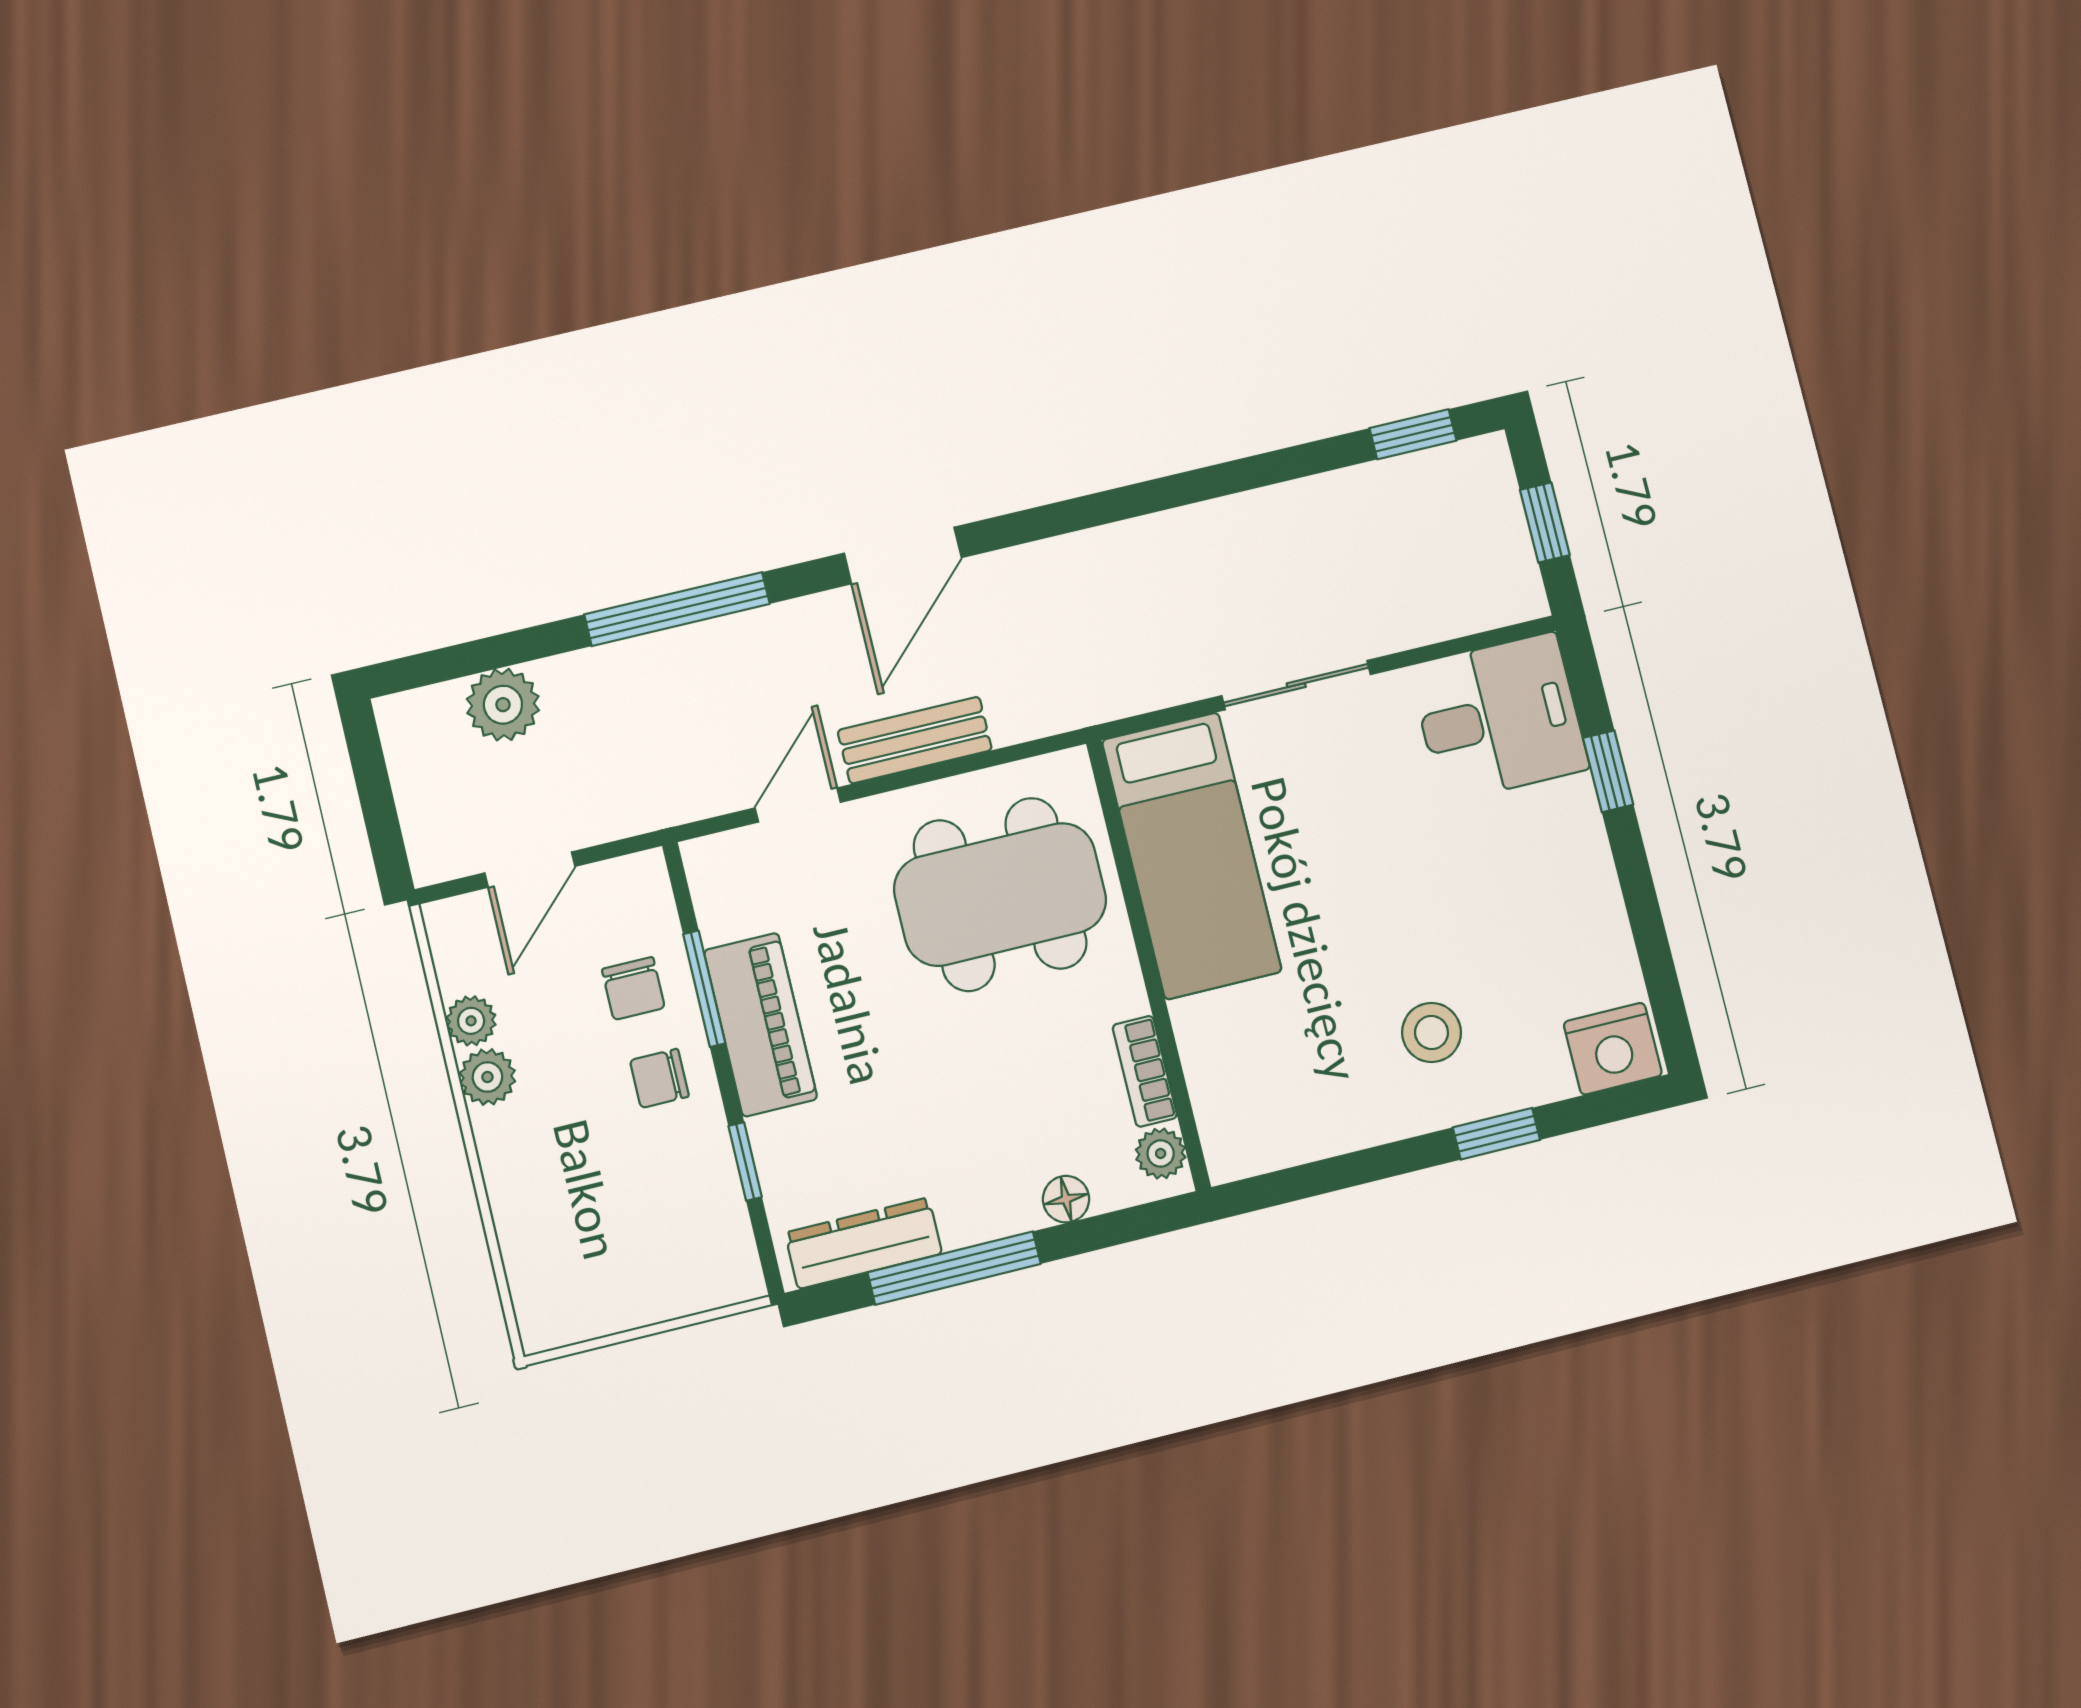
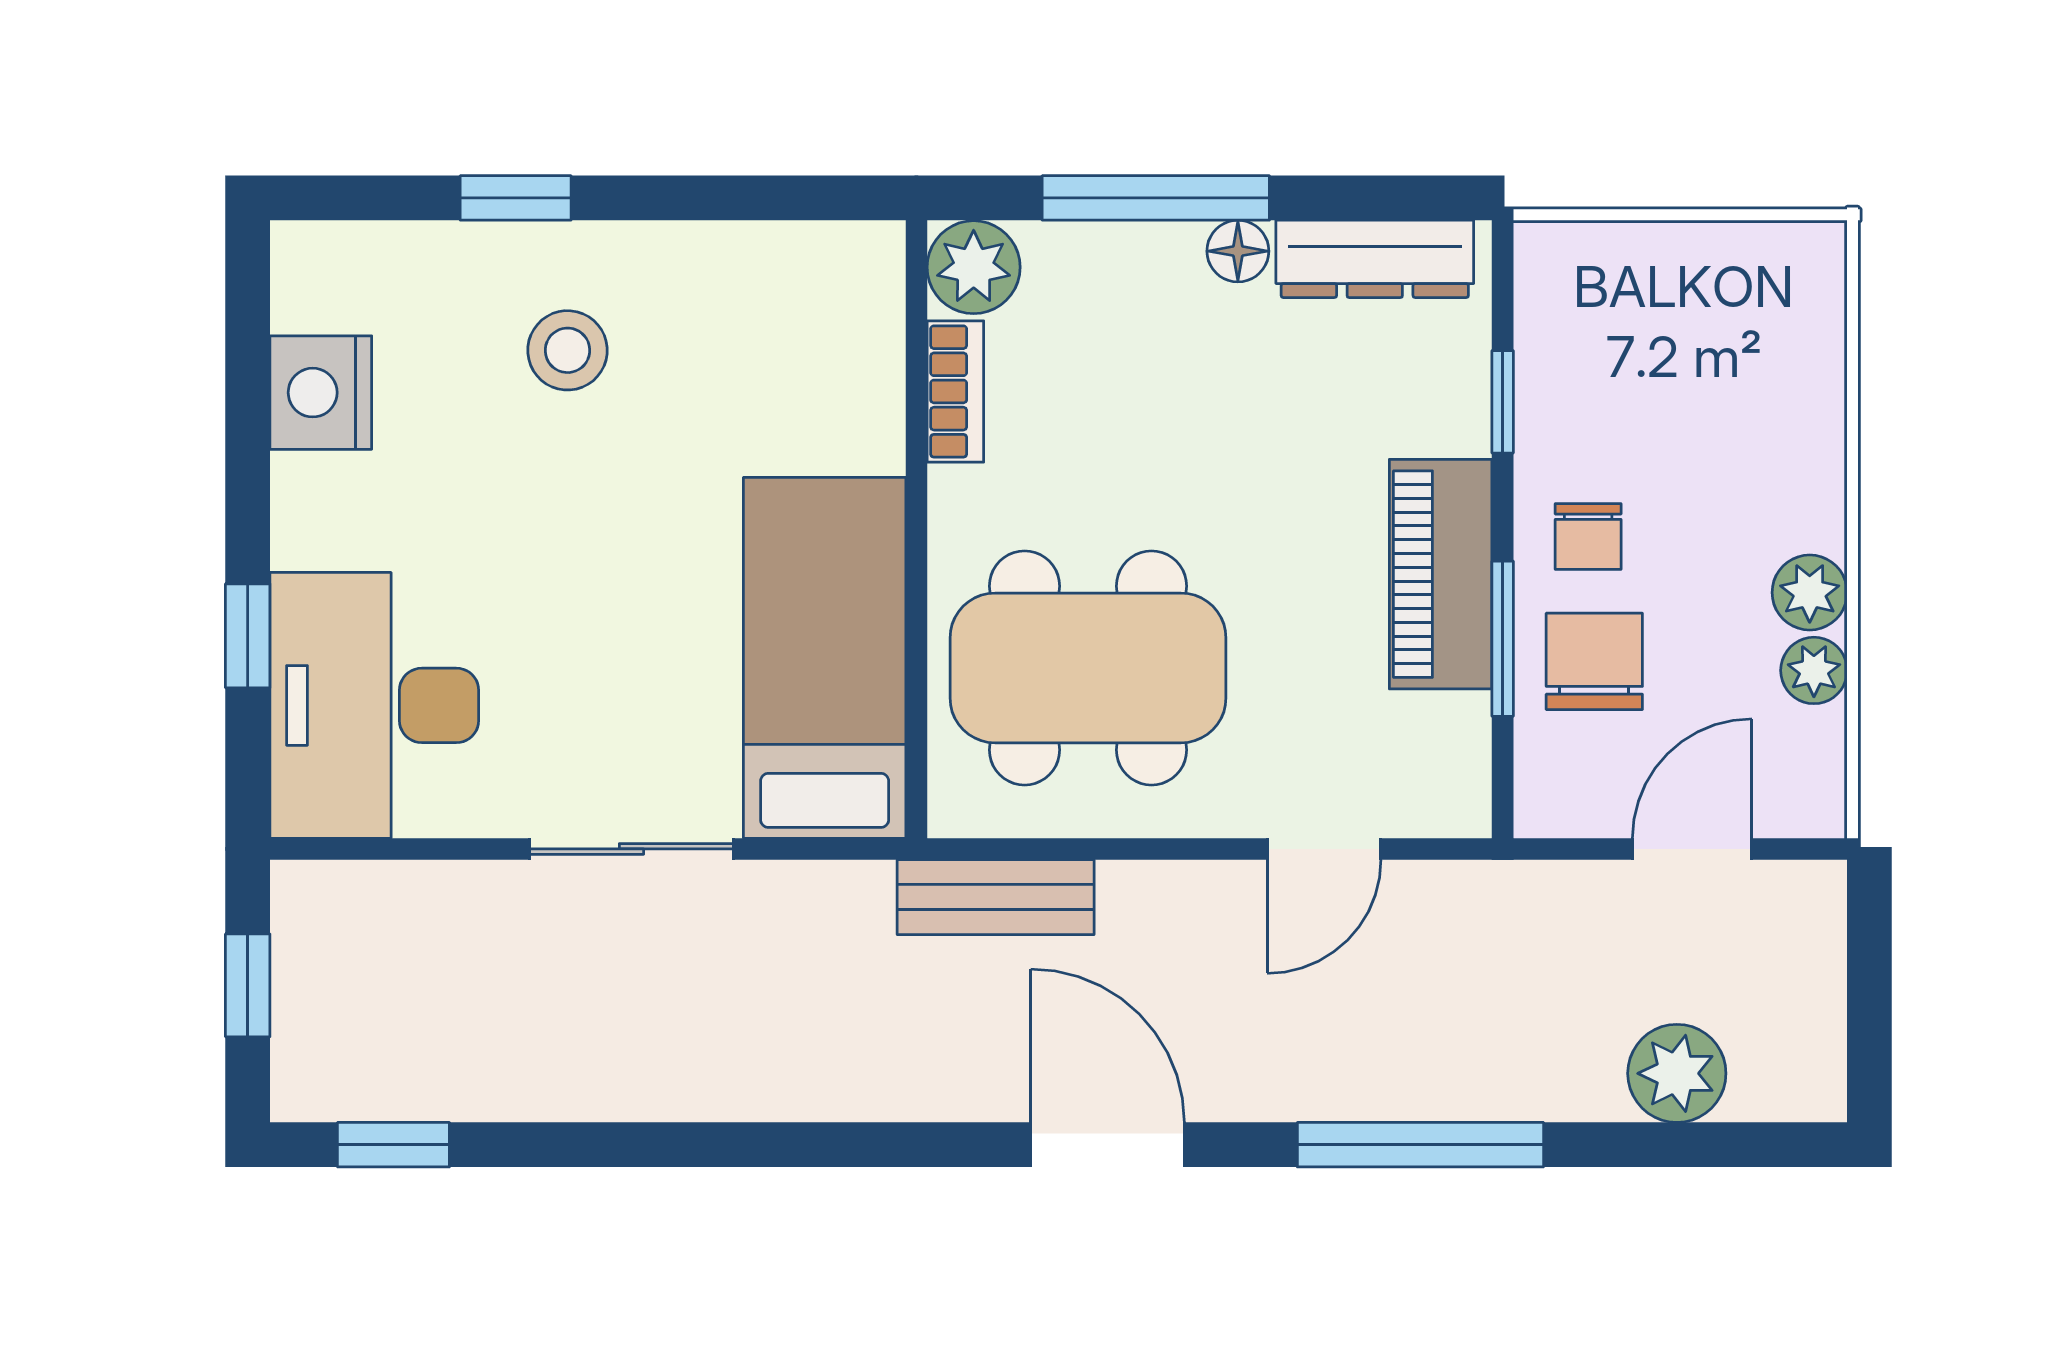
door: (903, 555) -> (1108, 1145), hinge flipped
desk: (1499, 718) -> (374, 705), width x1.37
bench: (915, 740) -> (996, 897), moved
chair: (633, 988) -> (1594, 661), width x1.37, depth x1.37
nightstand: (1613, 1049) -> (321, 393), moved, turned -90
chair: (659, 1078) -> (1588, 536), turned 90
plant: (1161, 1154) -> (974, 267), width x1.38, depth x1.38
floor lamp: (1066, 1199) -> (1238, 251), moved
window: (954, 1268) -> (1156, 198), moved

